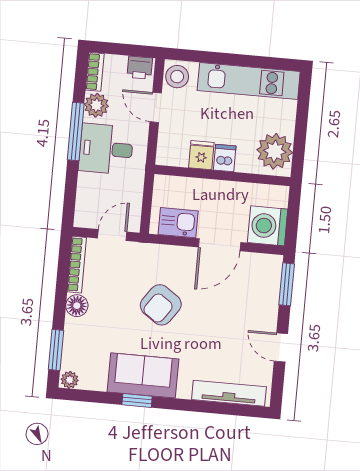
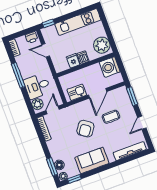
window: (187, 55) -> (48, 23), added
stool: (177, 77) -> (48, 34), removed
plant: (96, 105) -> (37, 104), moved
desk: (106, 149) -> (37, 86), moved
washing machine: (268, 226) -> (110, 67), moved
coffee table: (224, 305) -> (111, 117), added
floor lamp: (77, 306) -> (59, 165), moved
door: (281, 347) -> (142, 123), hinge flipped
window: (137, 401) -> (74, 179), moved

